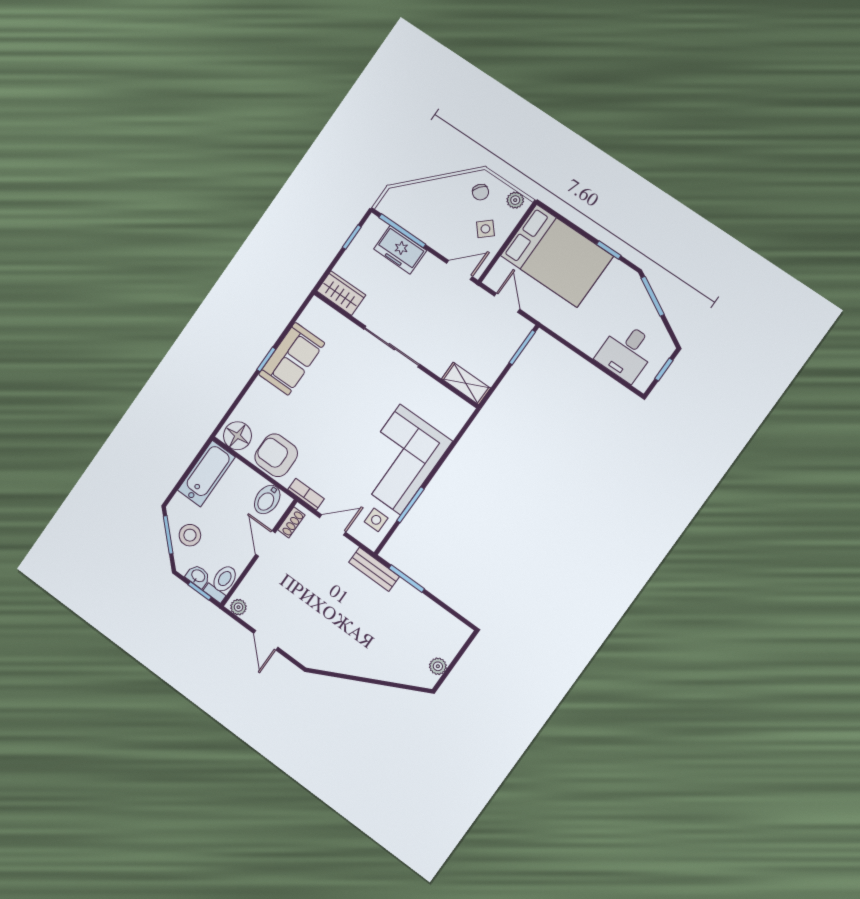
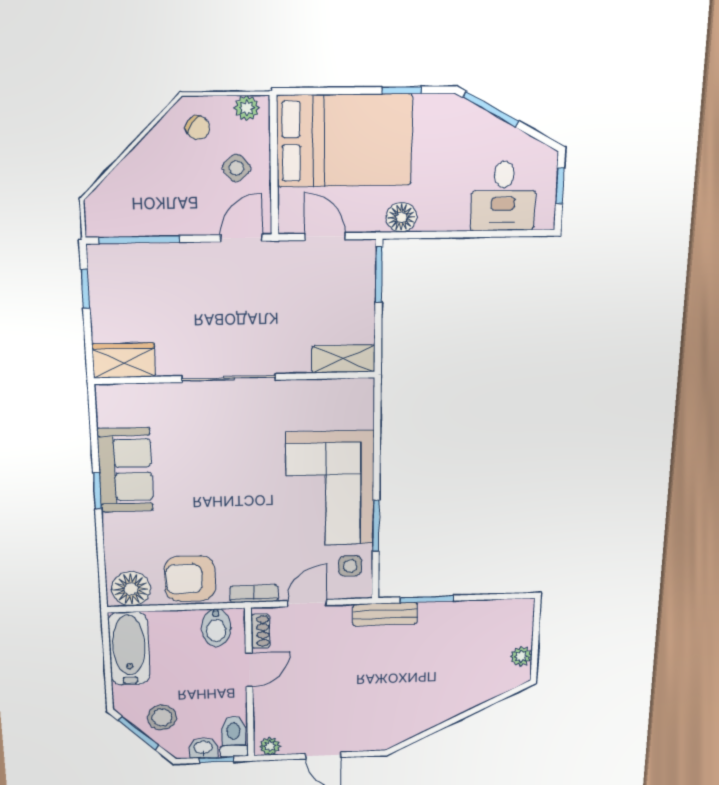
freezer: (400, 250) -> (154, 264), removed
floor lamp: (559, 323) -> (401, 217), added
door: (265, 544) -> (249, 670), swing flipped

